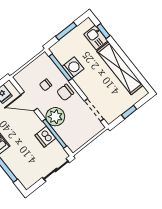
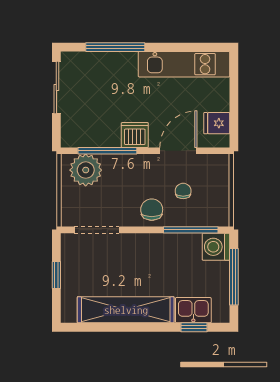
window: (66, 31) -> (234, 277), width x1.44
washing machine: (73, 68) -> (216, 247), moved, turned 90
plant: (55, 117) -> (86, 170), moved
dishwasher: (45, 137) -> (135, 135), moved
sliding door: (56, 170) -> (56, 87), moved

